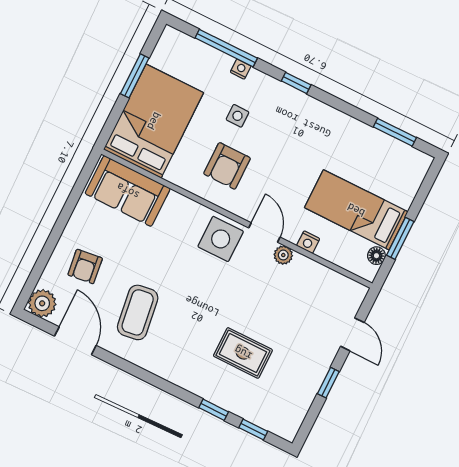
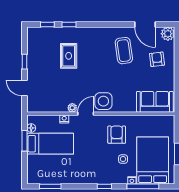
bed: (154, 121) -> (153, 161), moved, turned 180
door: (264, 232) -> (86, 114), swing flipped
rug: (243, 353) -> (69, 56), turned 90

